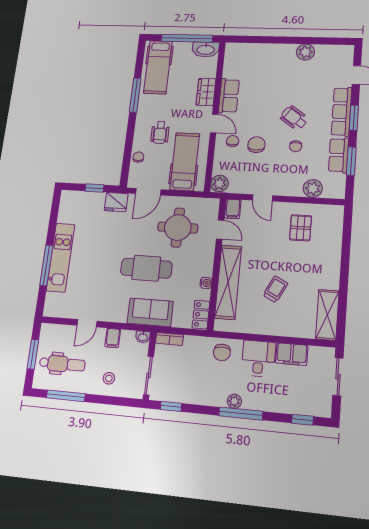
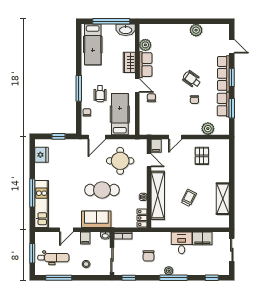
window: (135, 95) -> (79, 88), moved
chair: (256, 145) -> (168, 100), removed
plant: (219, 183) -> (145, 45), moved
door: (263, 198) -> (175, 137), hinge flipped
fridge: (116, 202) -> (41, 155), moved, turned -90
kitchen unit: (61, 257) -> (42, 204), moved
sofa: (150, 312) -> (96, 219), moved
shelving: (327, 315) -> (223, 199), moved
chair: (222, 352) -> (148, 256), moved

